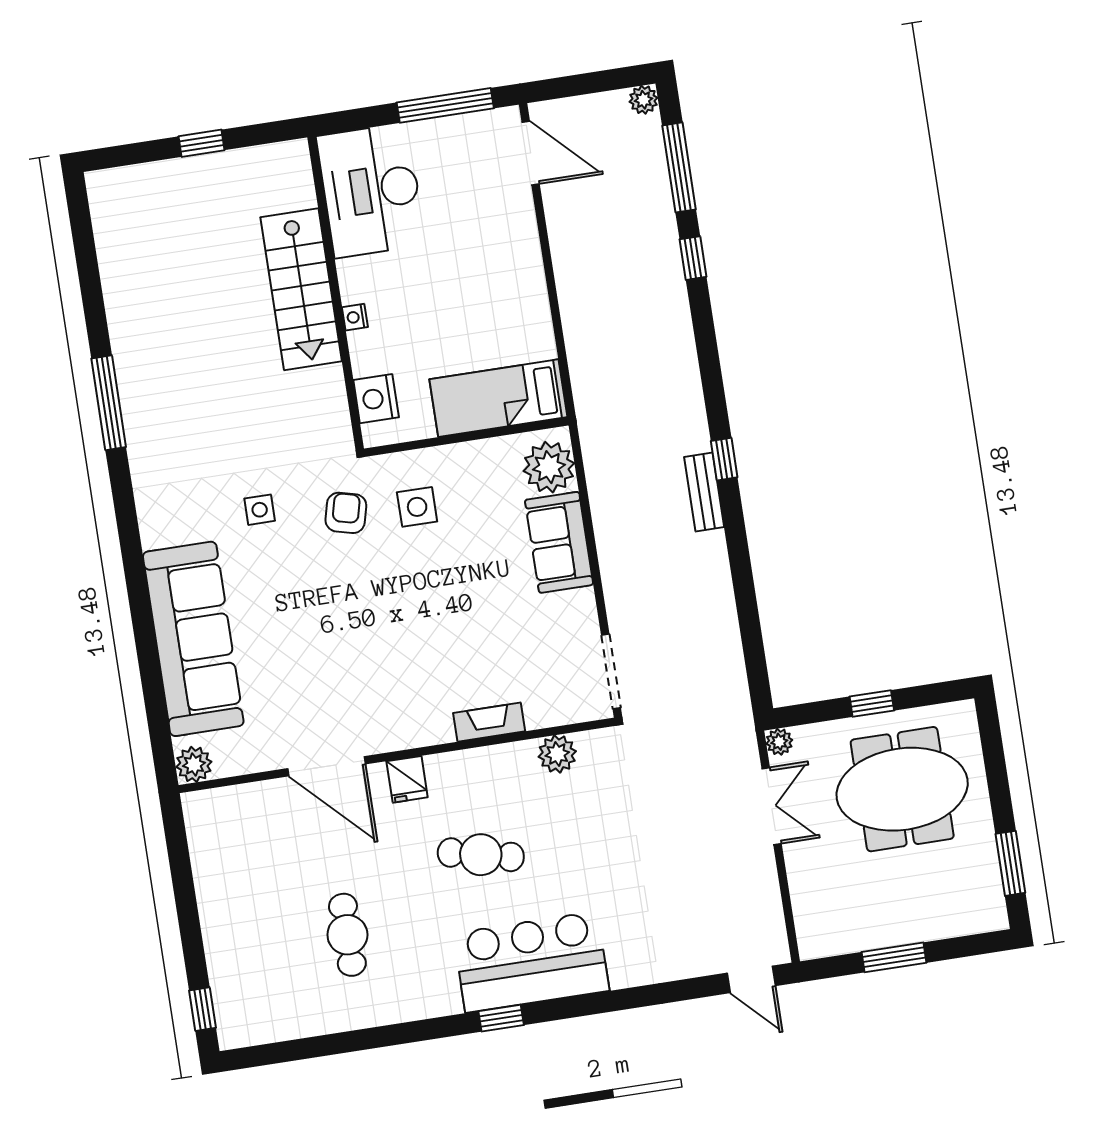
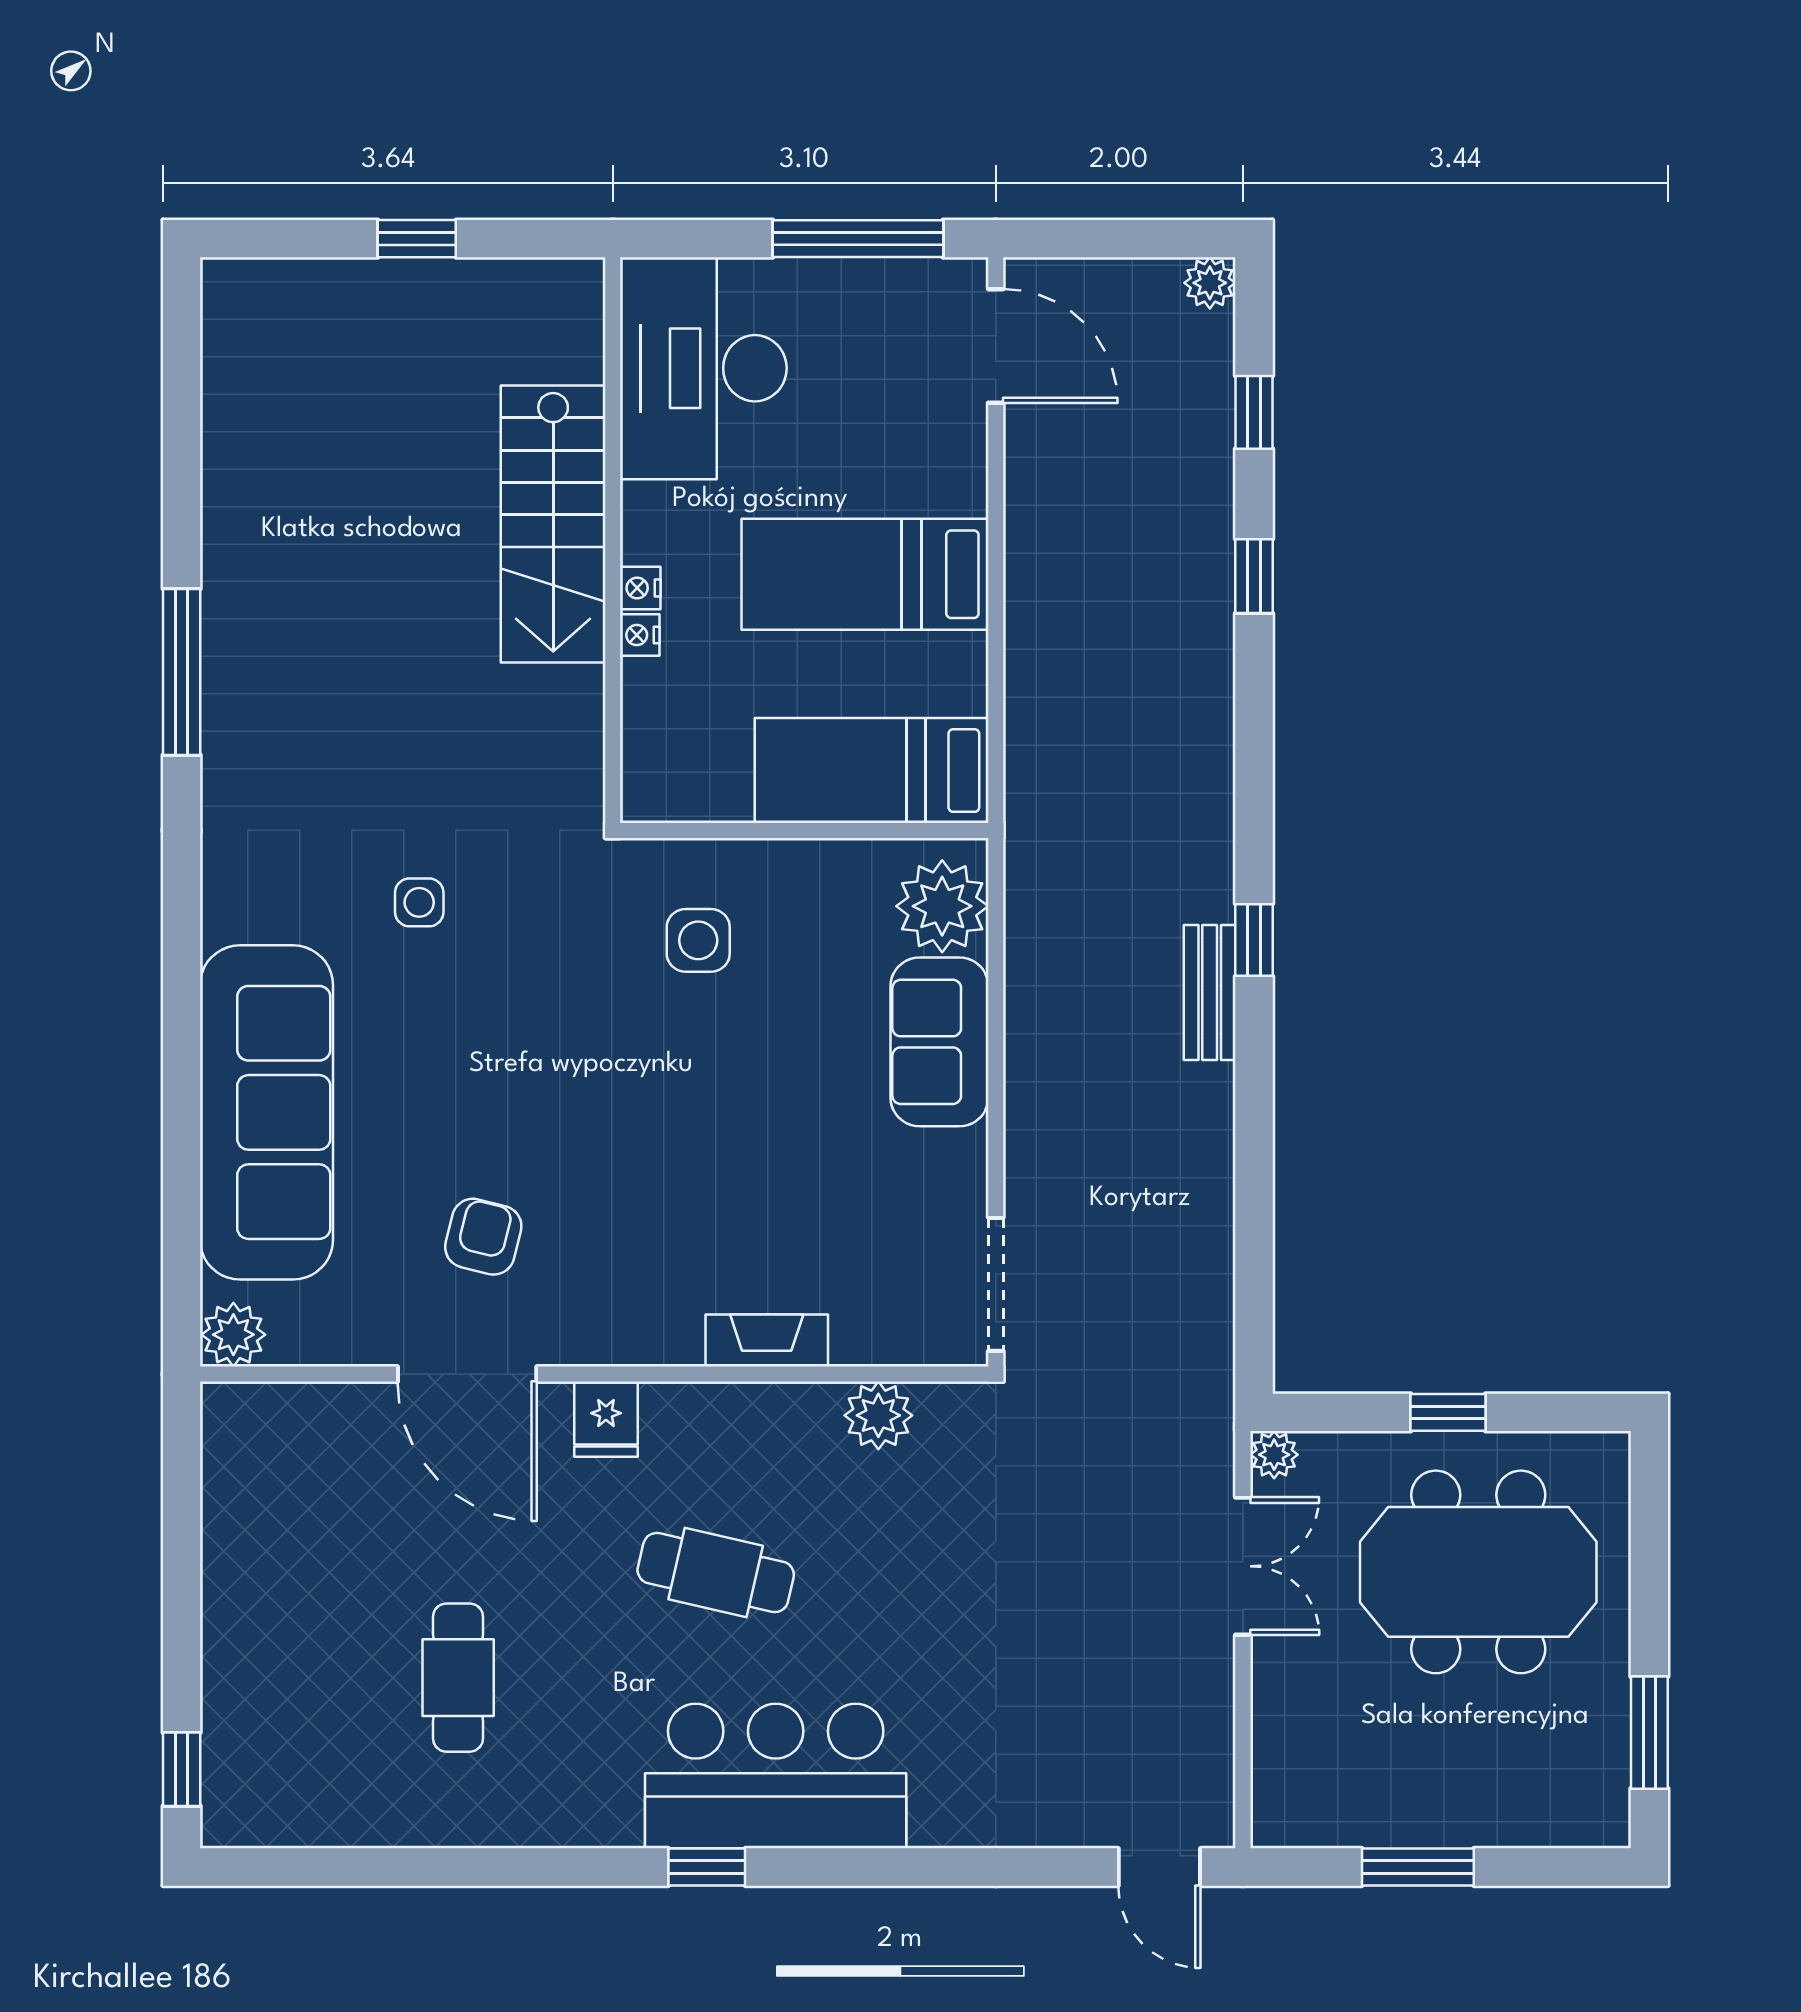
window: (679, 167) -> (1254, 412), width x0.46
bed: (478, 290) -> (865, 574), added
nightstand: (376, 399) -> (640, 635), moved, width x0.53, depth x0.56
armchair: (346, 513) -> (483, 1237), moved

